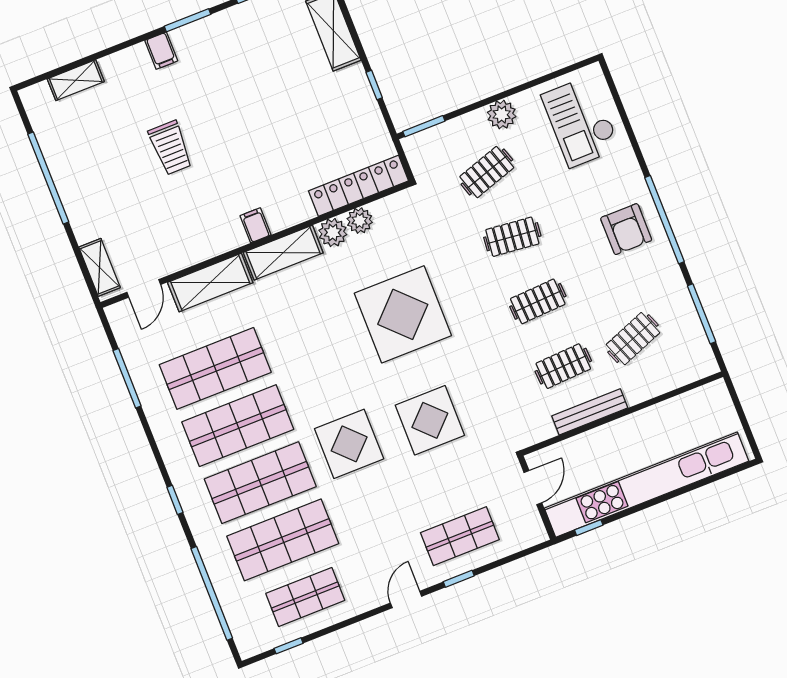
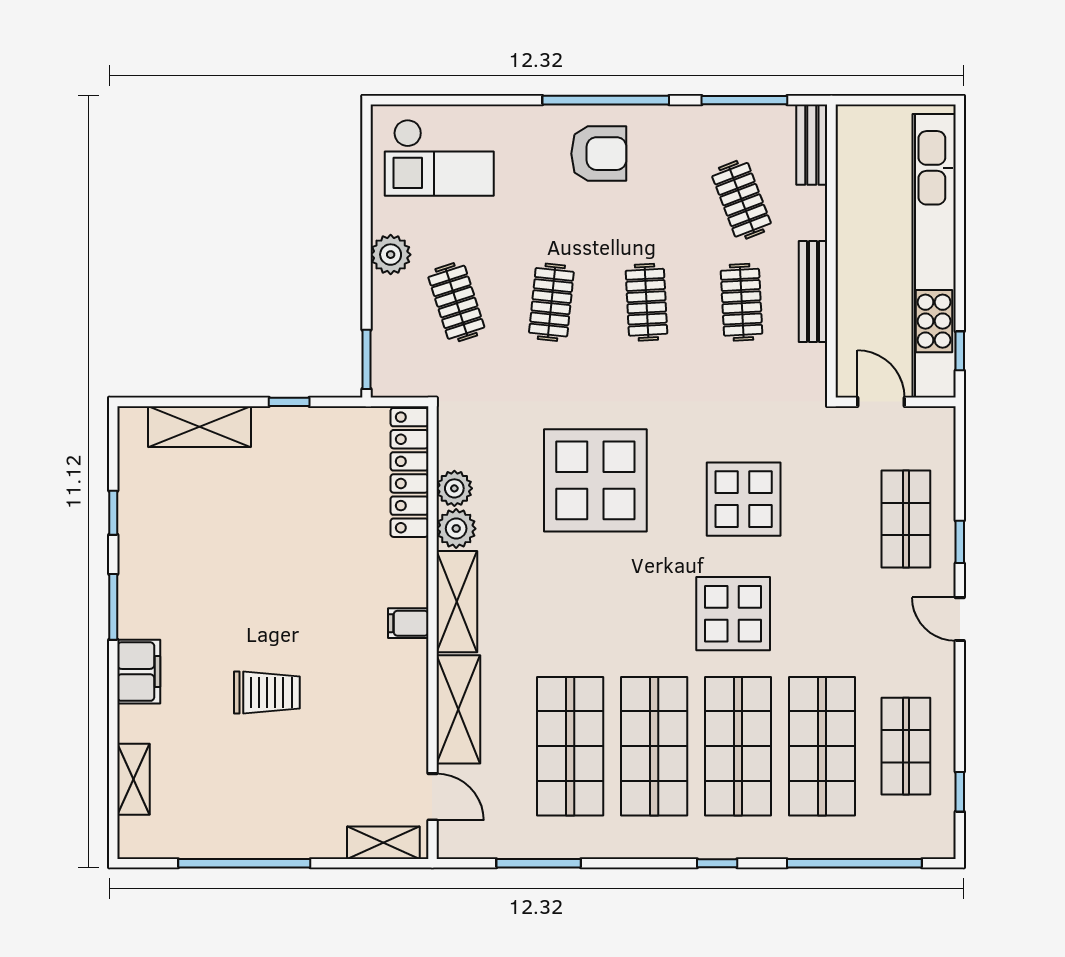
filing cabinet: (161, 51) -> (139, 672), width x2.00
bench: (689, 372) -> (812, 145), added

